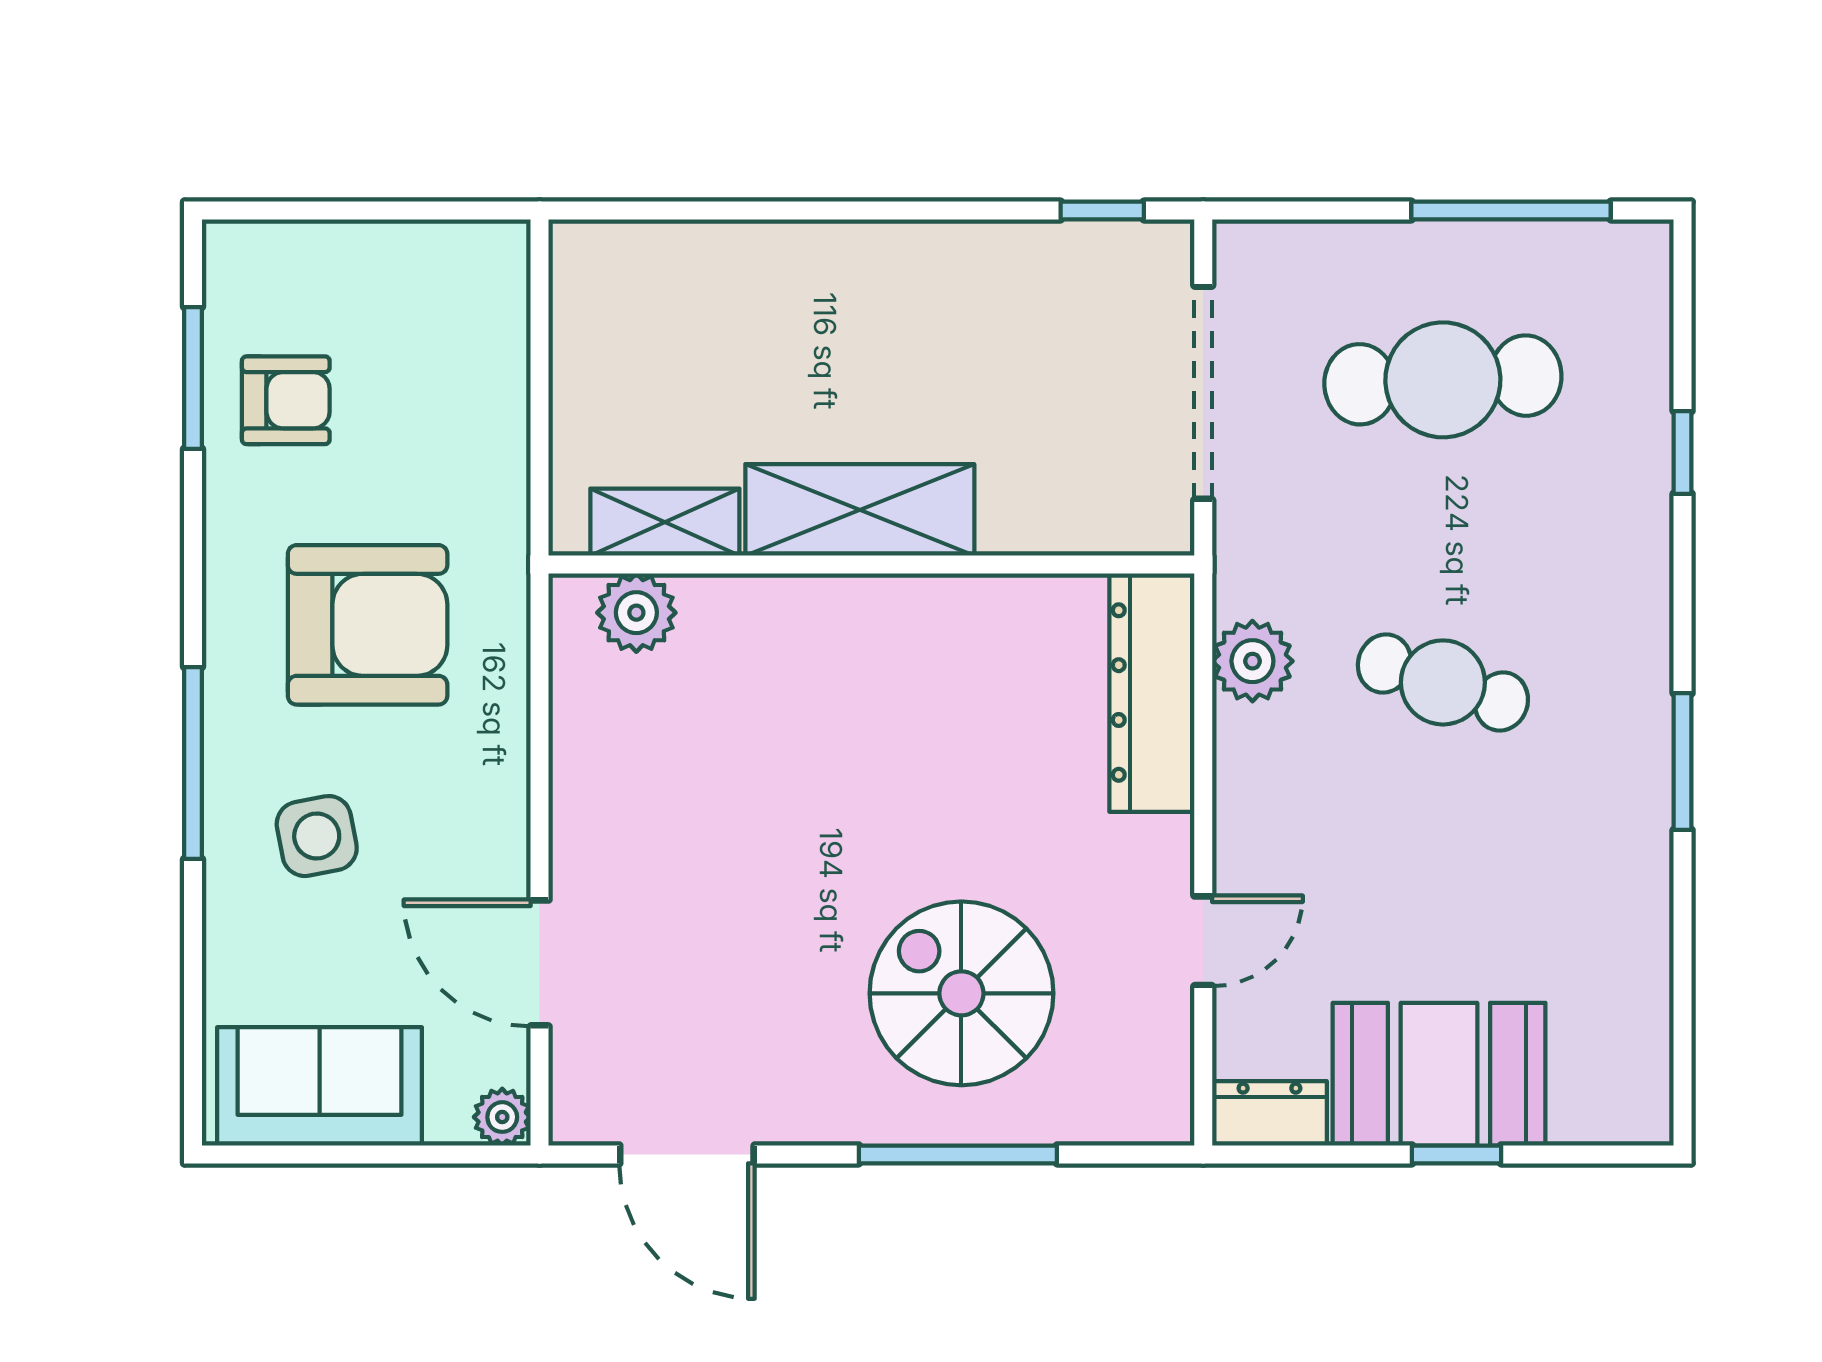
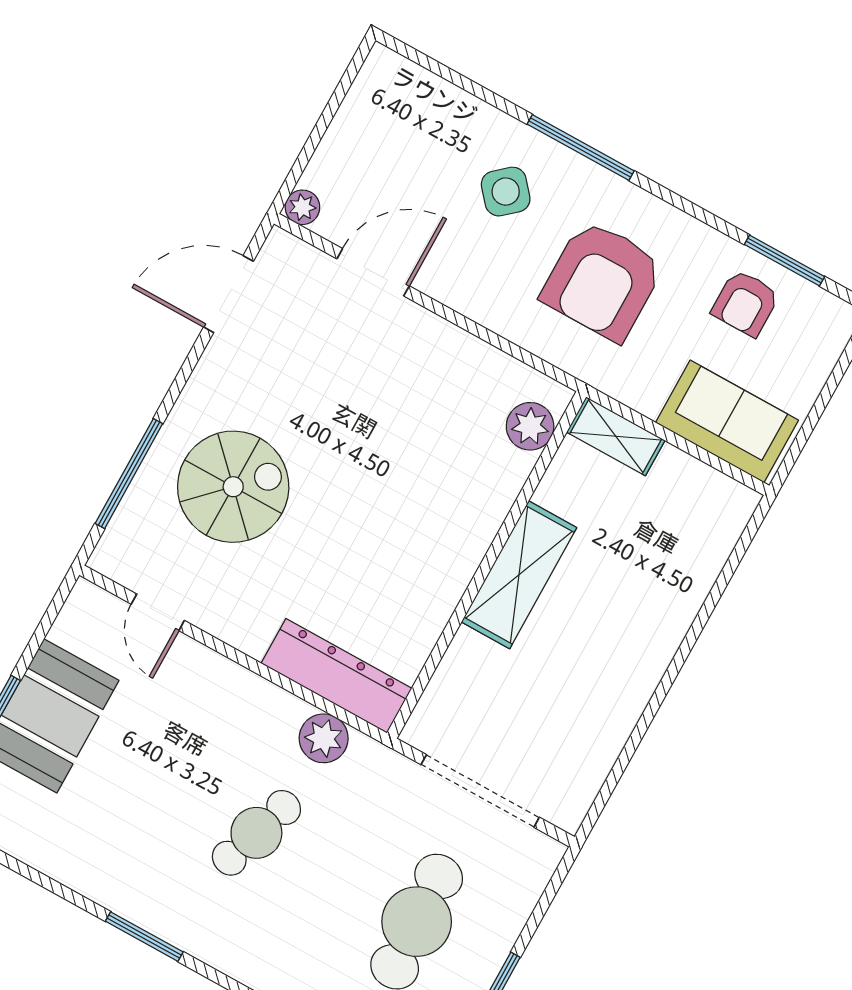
window: (1102, 211) -> (606, 791), removed
shelving: (665, 522) -> (616, 436), moved, turned 90
side table: (317, 836) -> (506, 192), turned -30
door: (1203, 941) -> (158, 612), moved
sofa: (320, 1086) -> (727, 421), moved, turned -90
dresser: (1269, 1113) -> (79, 615), removed
window: (958, 1154) -> (129, 474), moved

